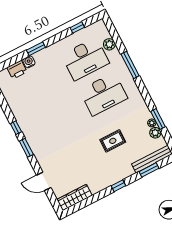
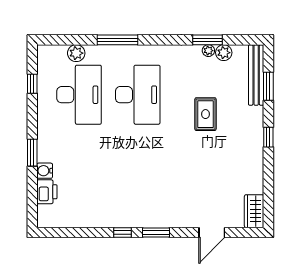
wardrobe: (75, 198) -> (254, 211), width x0.67

